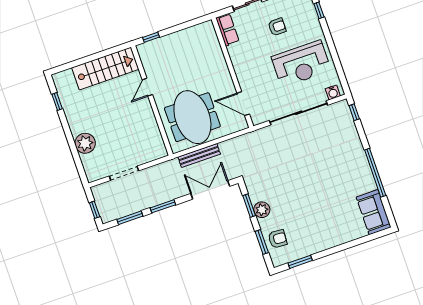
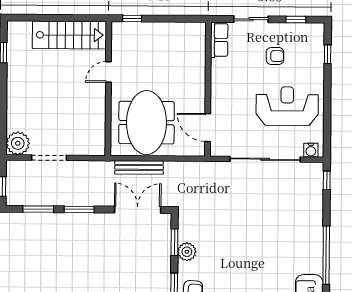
reception desk: (301, 64) -> (287, 106), turned 180
plant: (85, 143) -> (18, 143), moved

